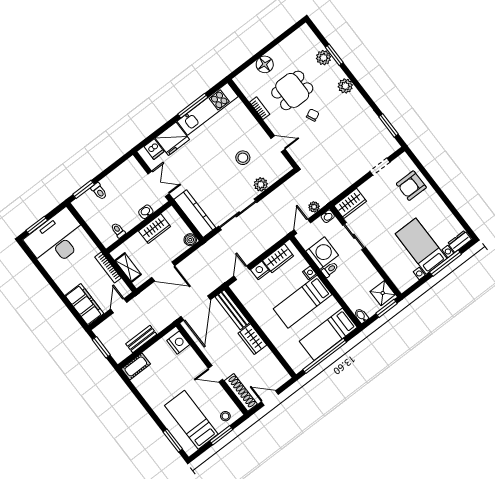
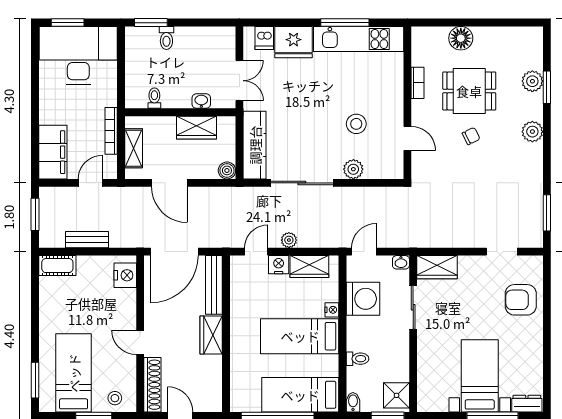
plant: (314, 207) -> (289, 240), moved
toilet: (330, 270) -> (357, 359), moved

